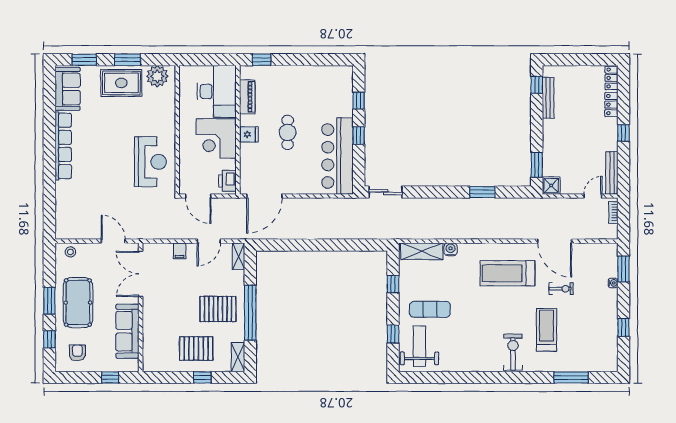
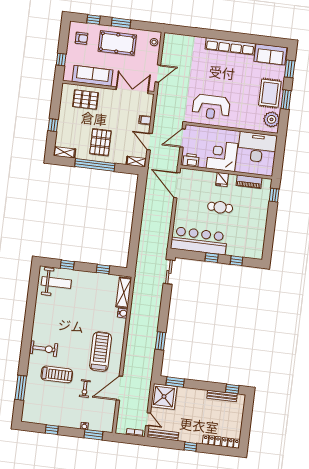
desk: (217, 91) -> (257, 147), moved, turned 180
shower: (551, 186) -> (164, 397), width x1.86, depth x1.86
exercise mat: (430, 309) -> (82, 293), removed
pallet: (196, 349) -> (85, 100), moved, turned 90

